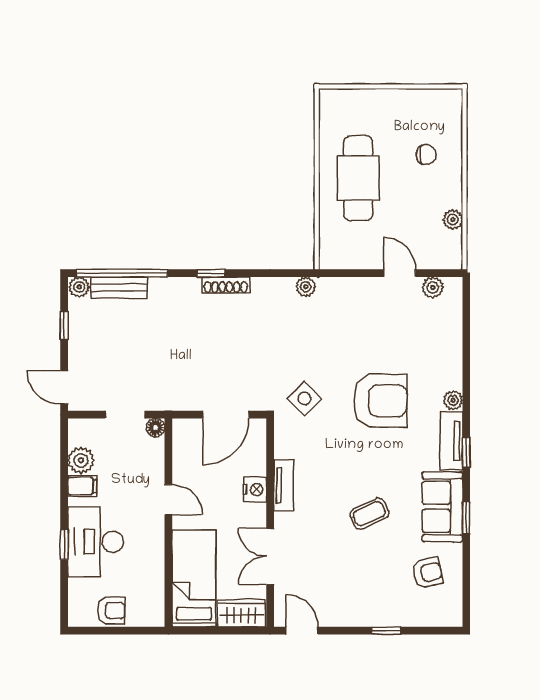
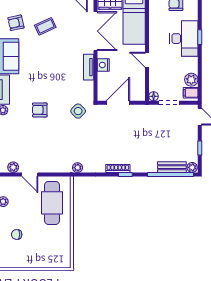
cafe table: (358, 178) -> (52, 203), moved
armchair: (380, 401) -> (40, 110), width x0.53, depth x0.53
filing cabinet: (82, 486) -> (191, 93), moved
coffee table: (369, 514) -> (45, 26), moved
double door: (270, 556) -> (95, 31), width x1.37

